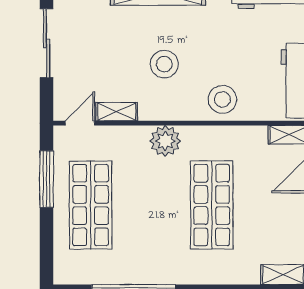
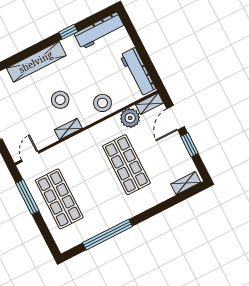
shelving: (117, 112) -> (68, 129), moved
plant: (165, 141) -> (130, 118), moved

